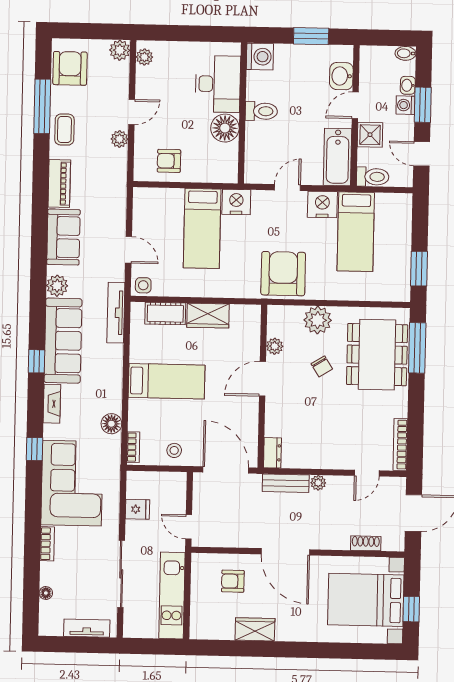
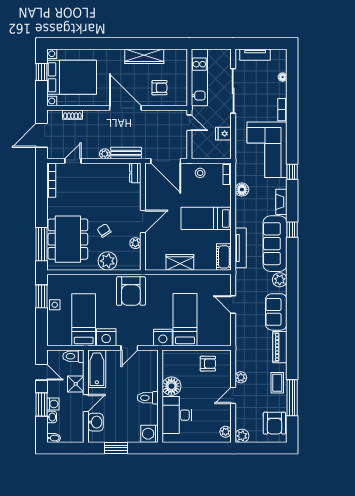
side table: (143, 285) -> (55, 305), moved
tv unit: (116, 313) -> (241, 248), moved
cot: (165, 314) -> (224, 257), moved, turned 90
wardrobe: (255, 629) -> (144, 56), width x1.50

